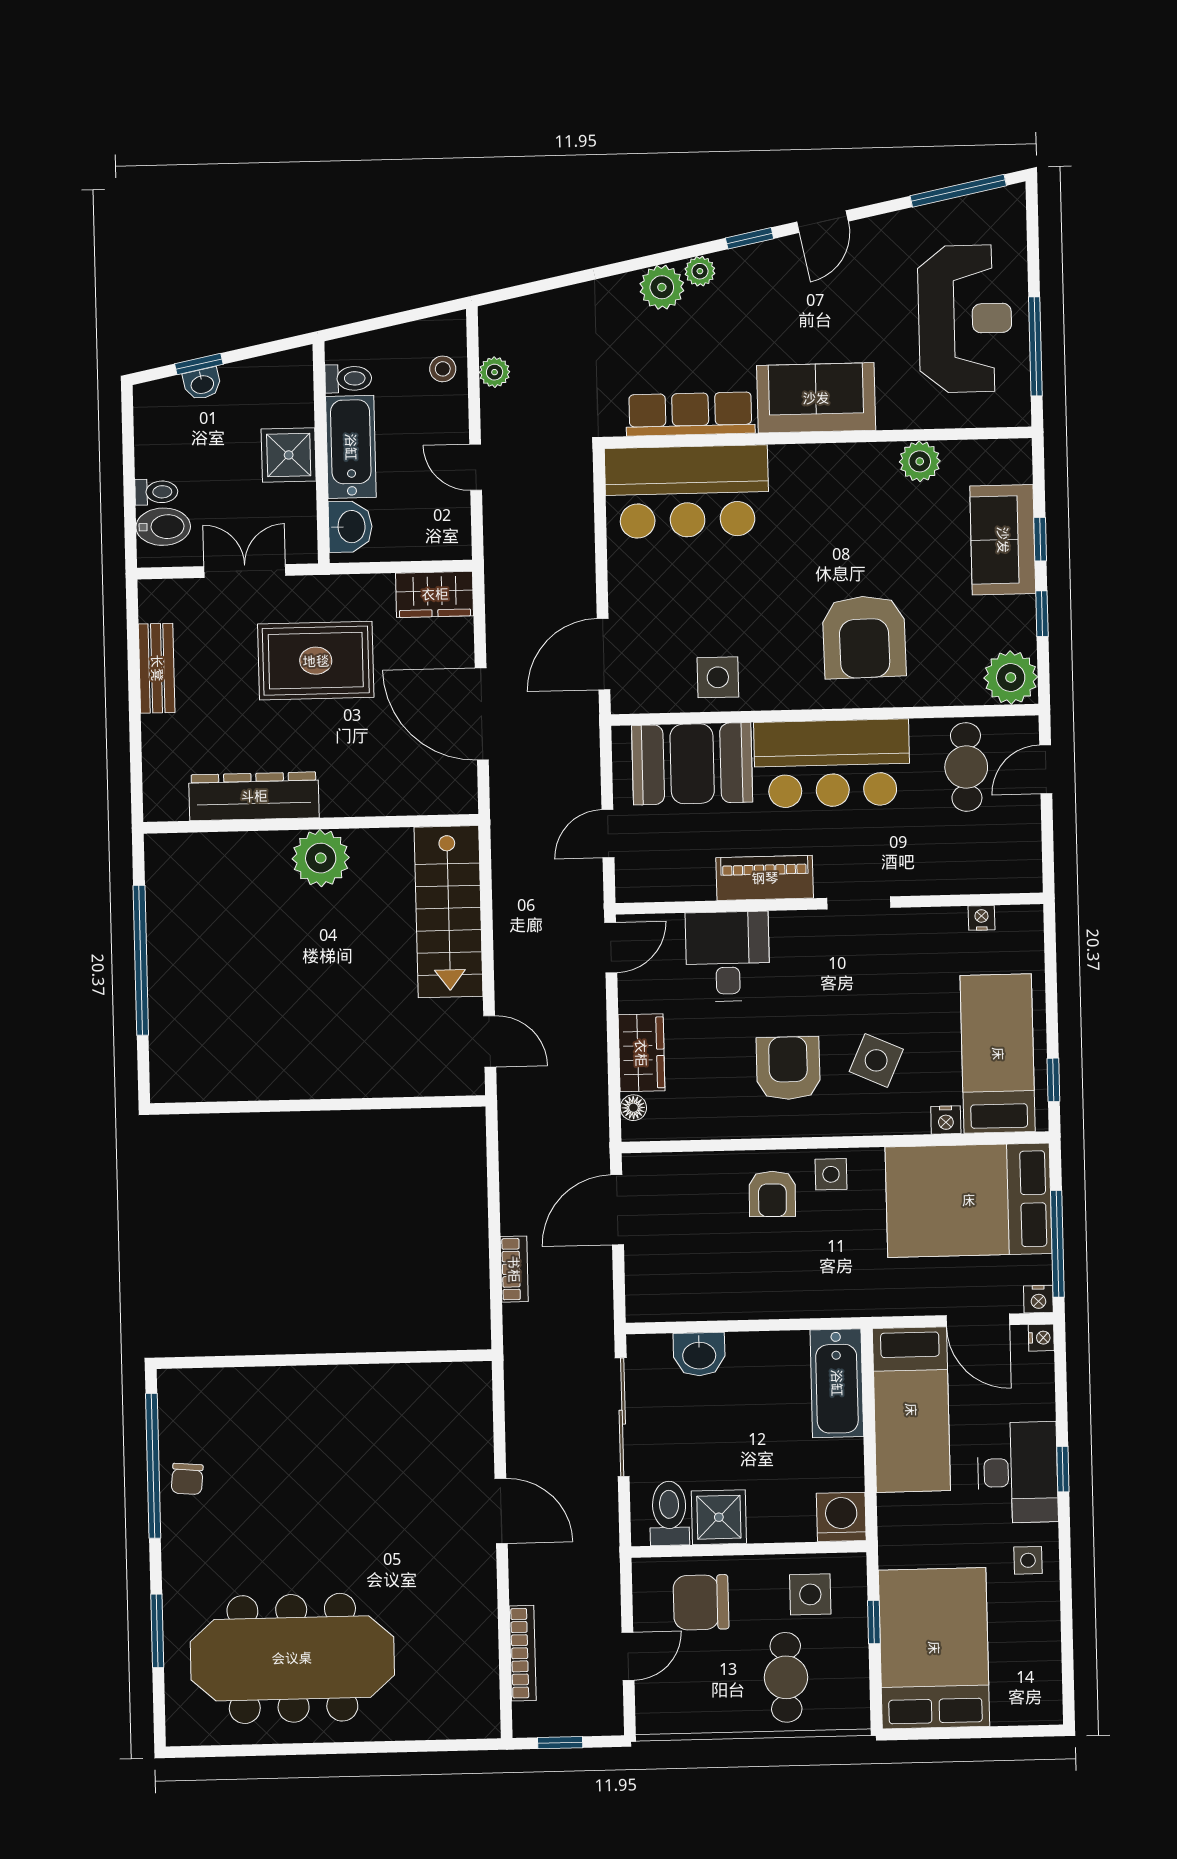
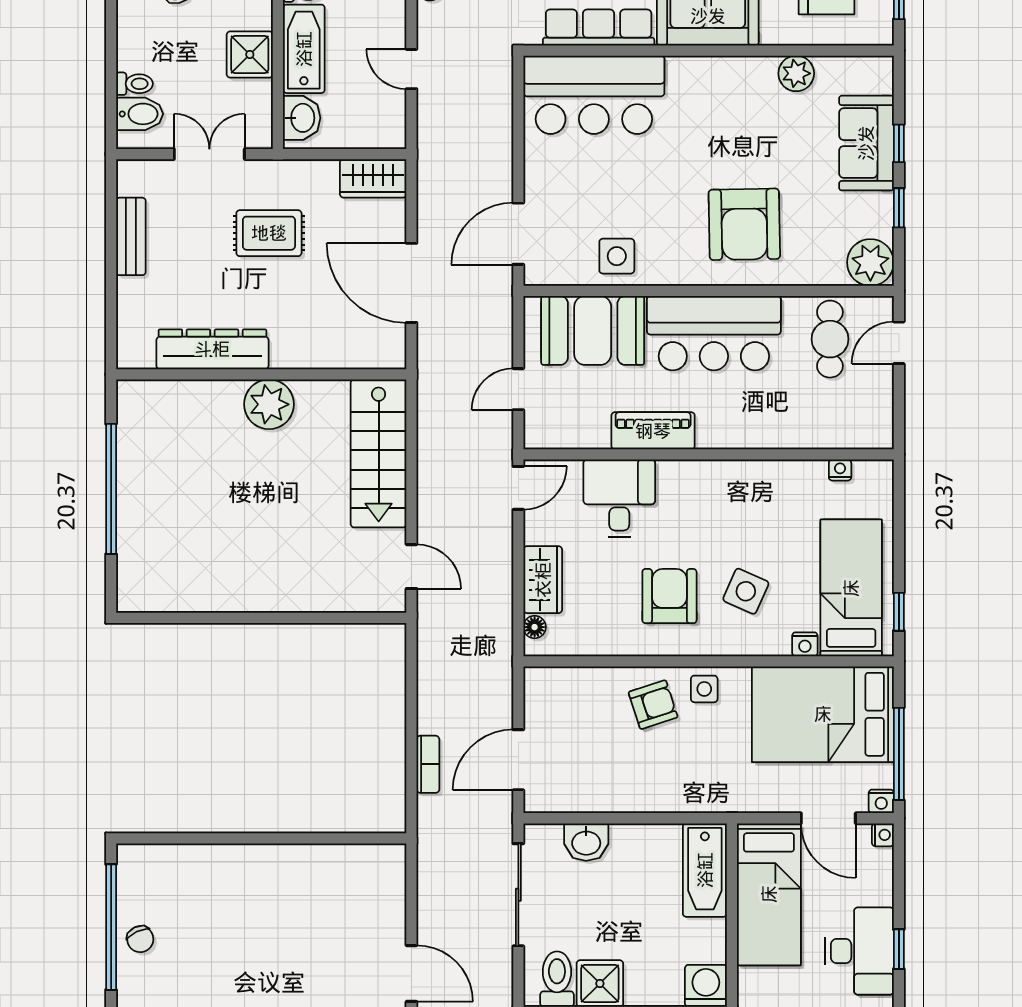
rug: (316, 661) -> (269, 233), width x0.73, depth x0.70
doorway: (859, 903) -> (734, 454), removed
armchair: (772, 1194) -> (653, 705), turned -109
door: (617, 1210) -> (518, 760), moved
chair: (187, 1479) -> (140, 939), turned -30

